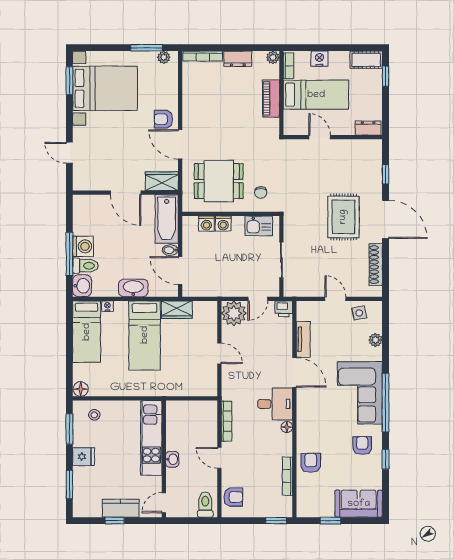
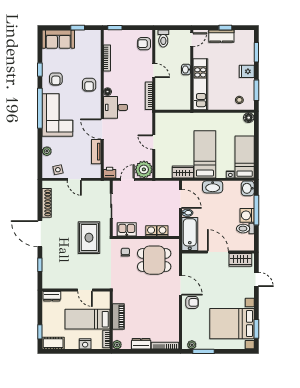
wardrobe: (162, 181) -> (240, 260), moved
rug: (343, 217) -> (89, 238), moved
toilet: (85, 266) -> (245, 229), moved
armchair: (311, 463) -> (89, 85), moved

